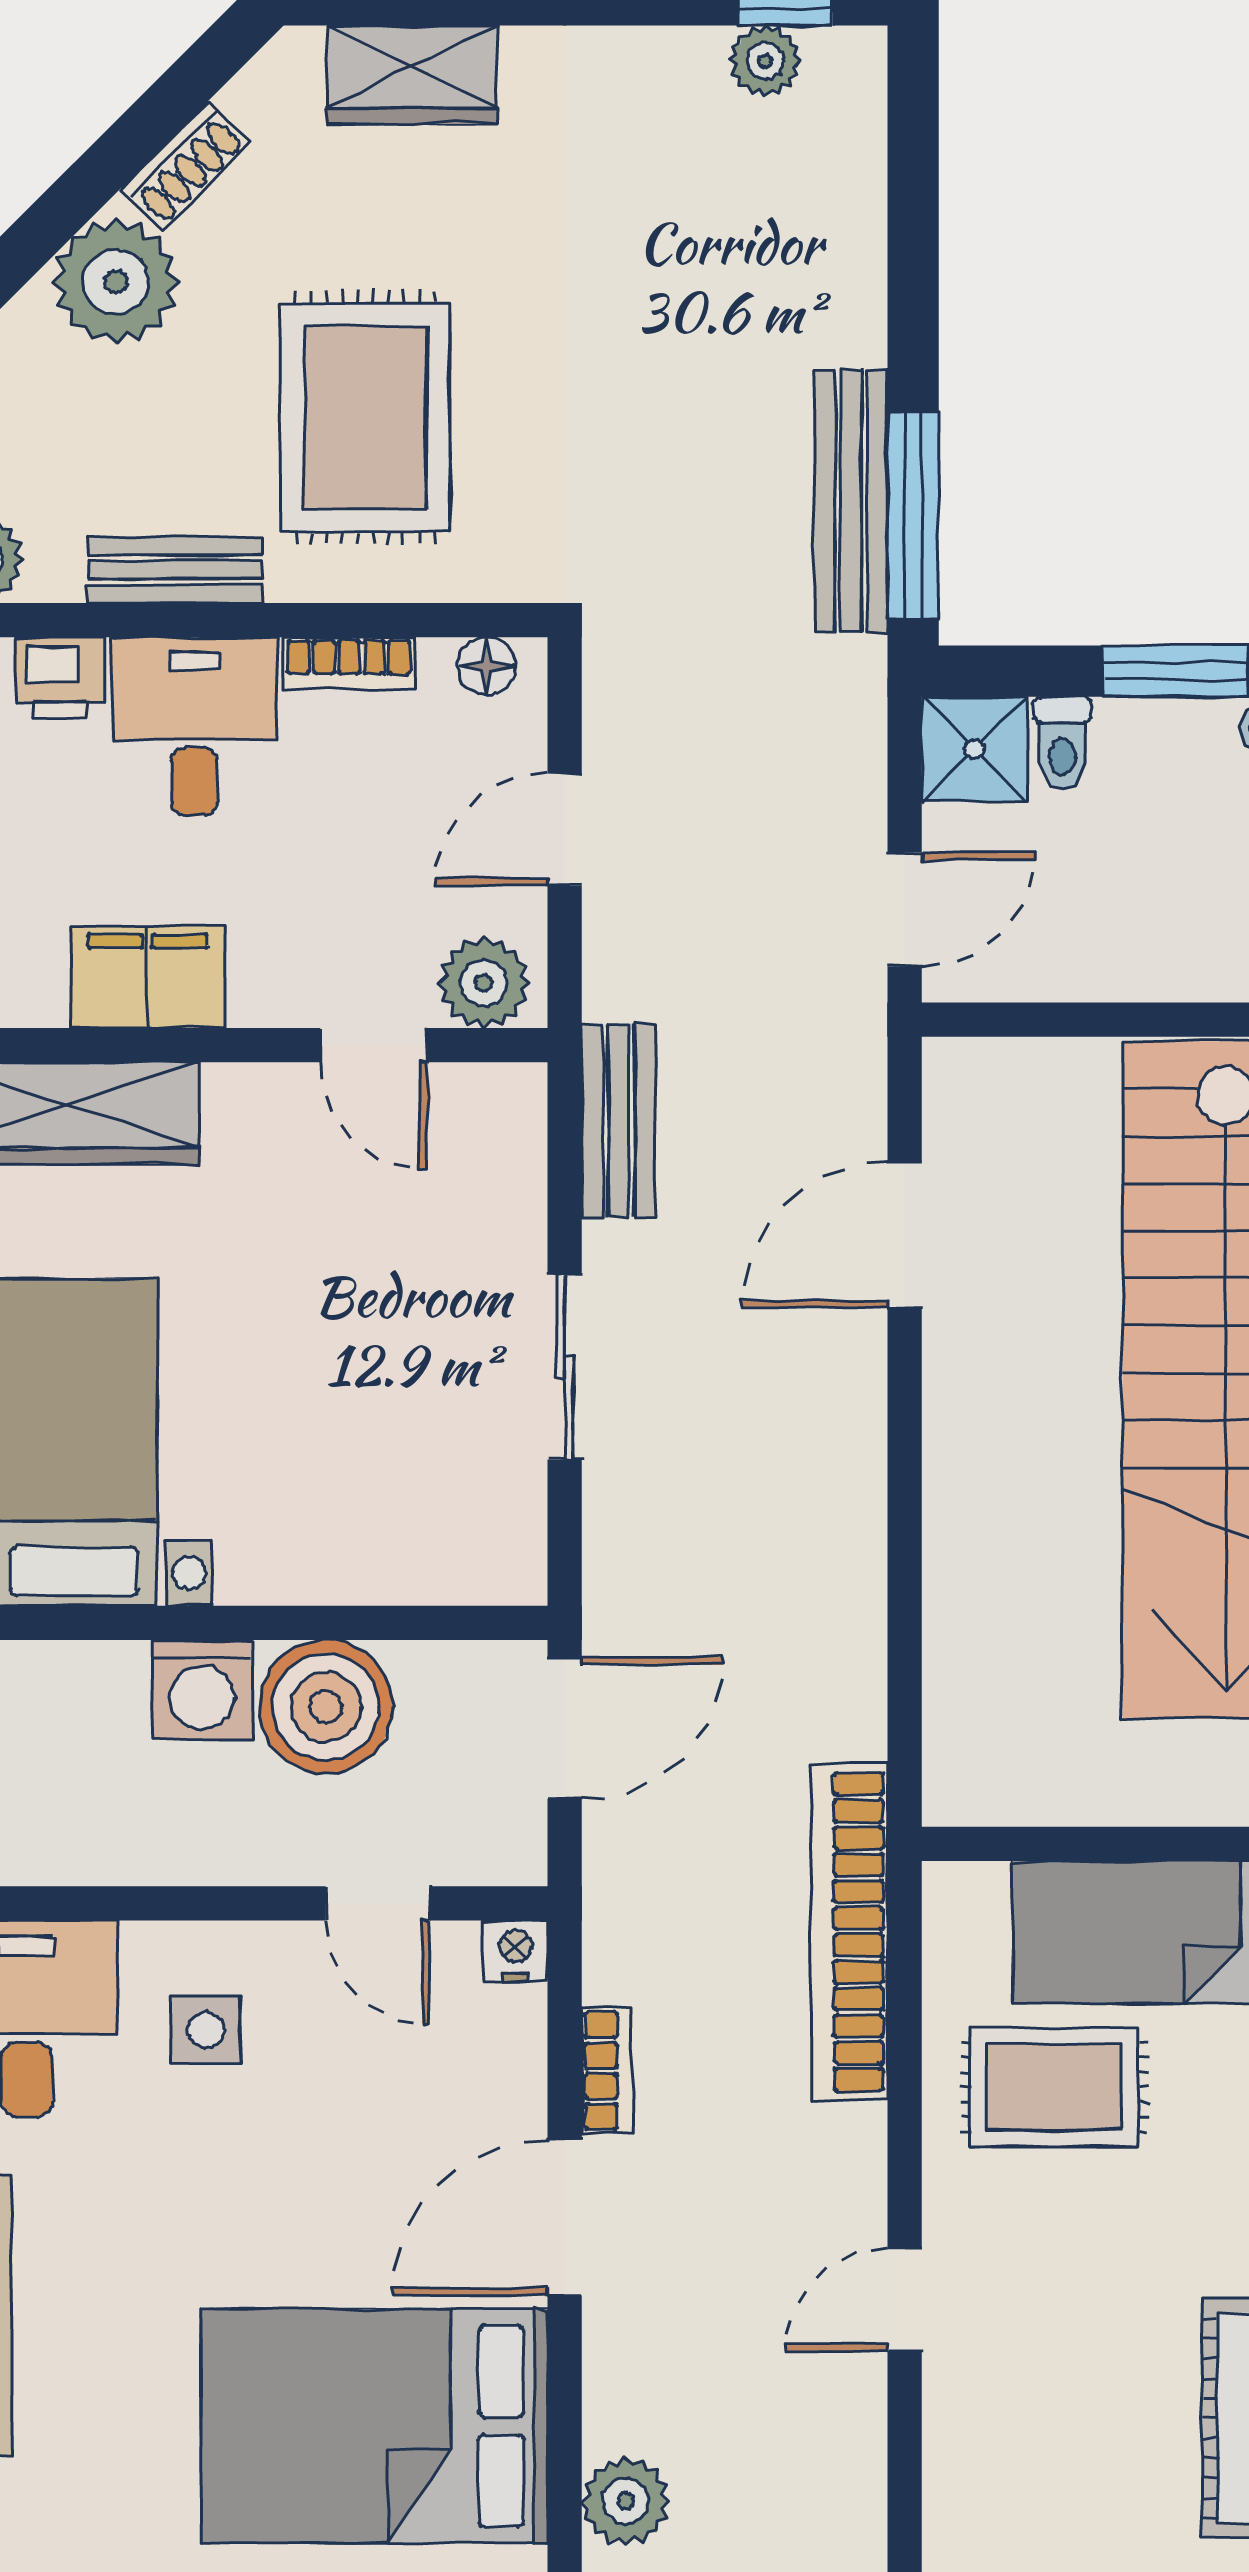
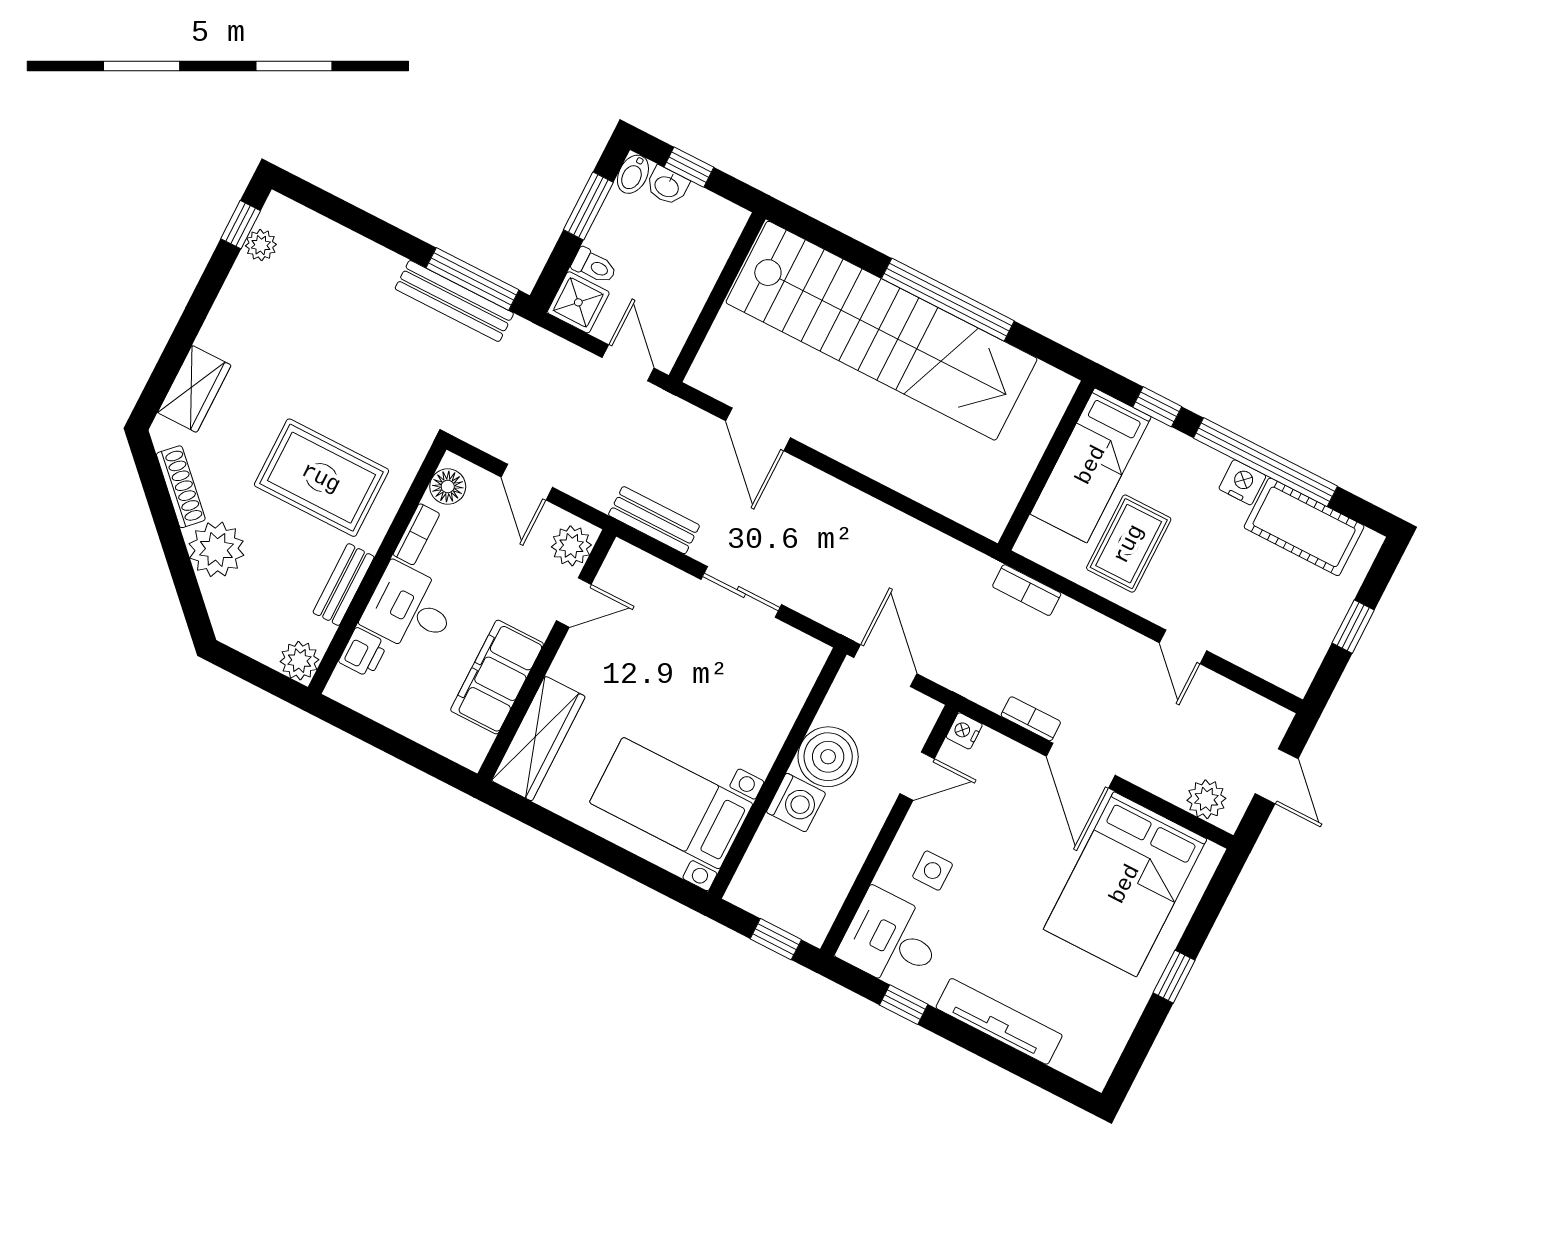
shoe rack: (186, 166) -> (181, 487), width x1.43
floor lamp: (487, 666) -> (448, 487), width x1.37, depth x1.37
filing cabinet: (148, 977) -> (497, 677), width x1.50, depth x1.17
bookcase: (849, 1932) -> (1027, 590), width x0.43, depth x0.76

